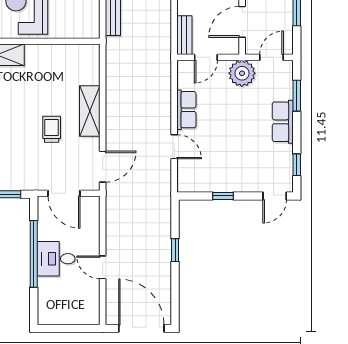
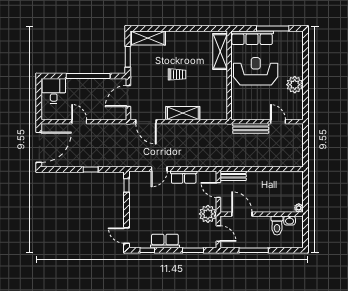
row of seats: (283, 122) -> (165, 241), moved
trolley: (52, 129) -> (177, 74), moved
window: (223, 196) -> (127, 185), moved
desk: (56, 259) -> (54, 91), moved
door: (103, 267) -> (79, 122), hinge flipped

